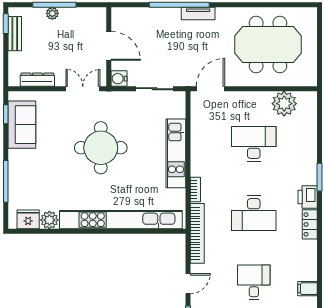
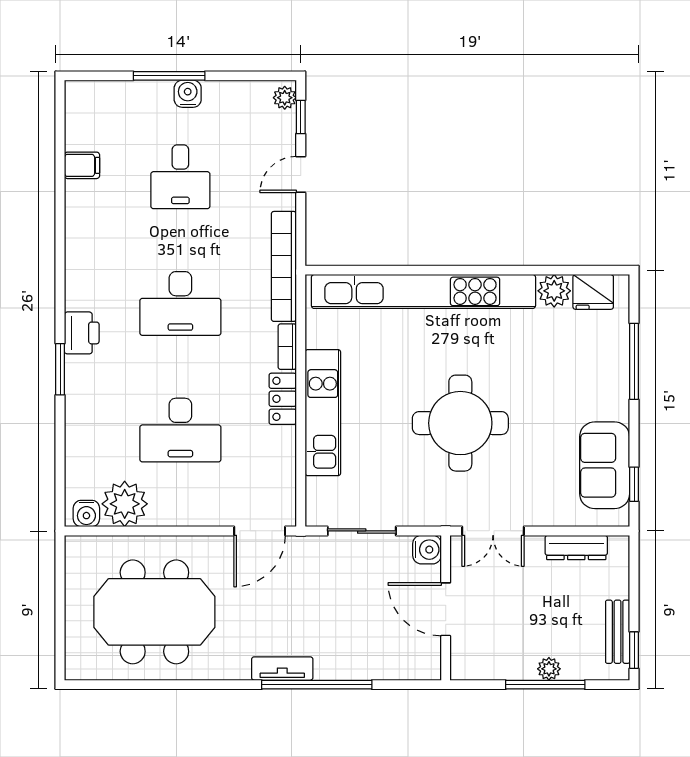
water cooler: (305, 98) -> (86, 513), added
desk: (254, 213) -> (180, 303), turned 180
locker: (310, 224) -> (283, 399), moved, turned 180

